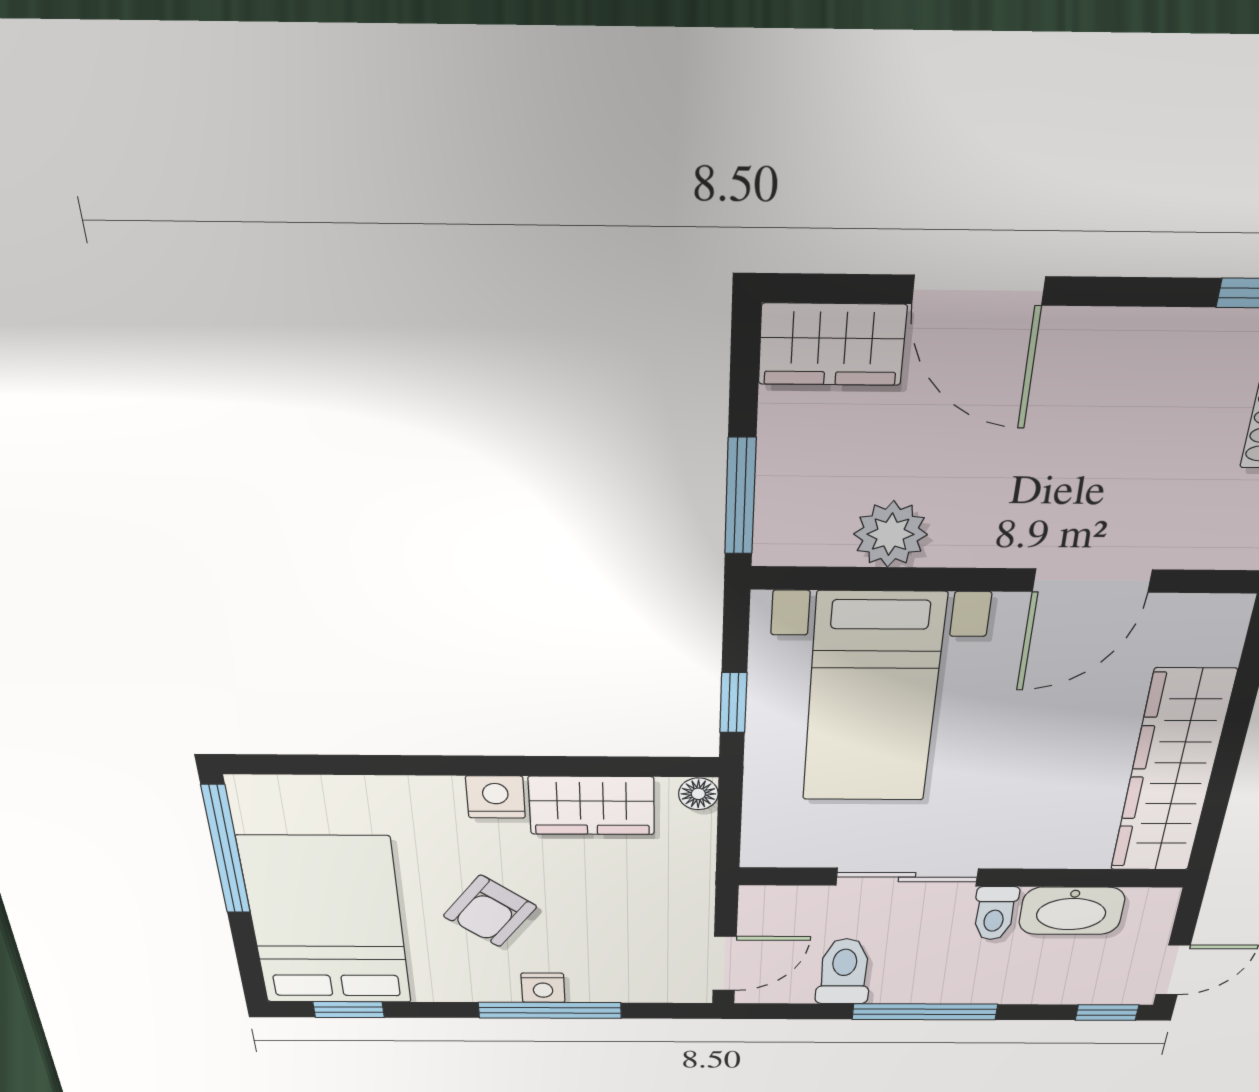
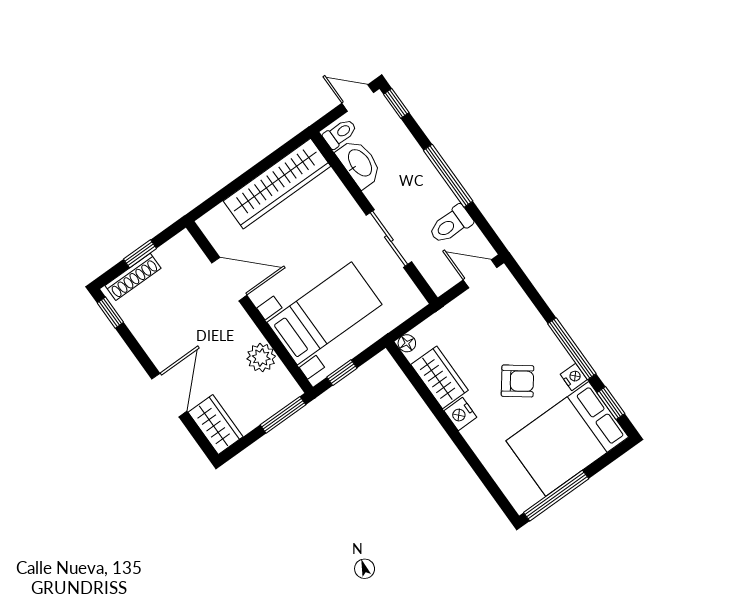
window: (733, 703) -> (342, 373), moved
toilet: (995, 913) -> (340, 133), moved
nightstand: (543, 988) -> (574, 377), moved
window: (550, 1010) -> (572, 349), moved

